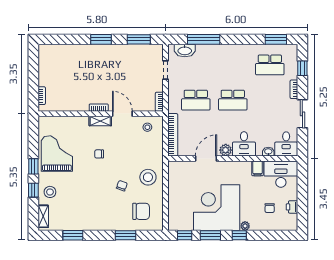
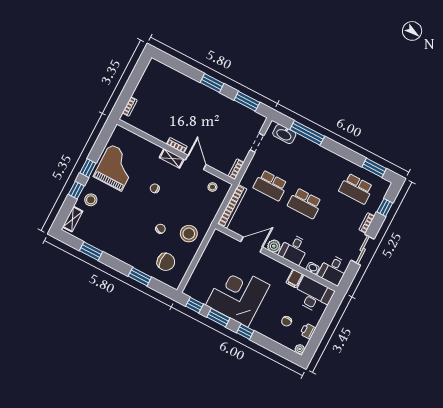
plant: (245, 226) -> (300, 349), moved

